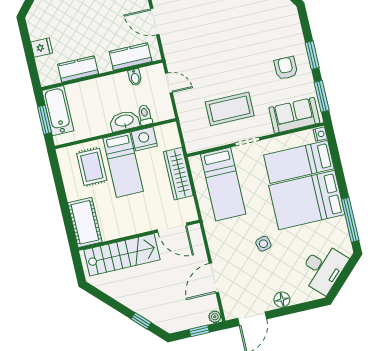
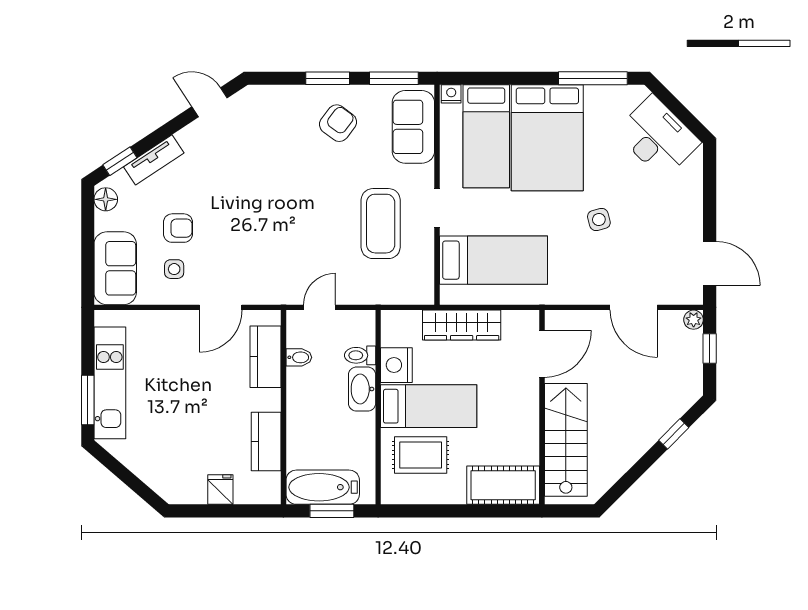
armchair: (286, 68) -> (338, 123), turned 127
floor lamp: (282, 300) -> (691, 211), removed

